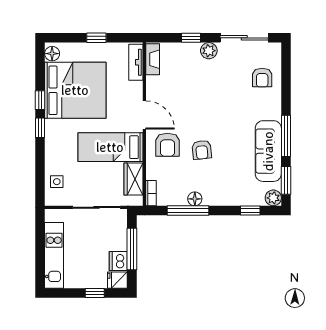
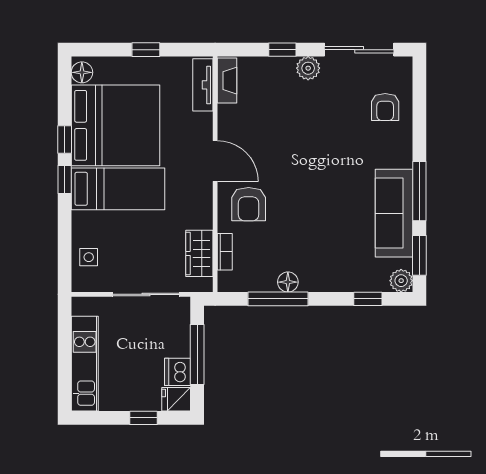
bed: (110, 147) -> (118, 189), moved, turned 180
armchair: (202, 150) -> (298, 211), removed
bookcase: (151, 193) -> (225, 252), moved

